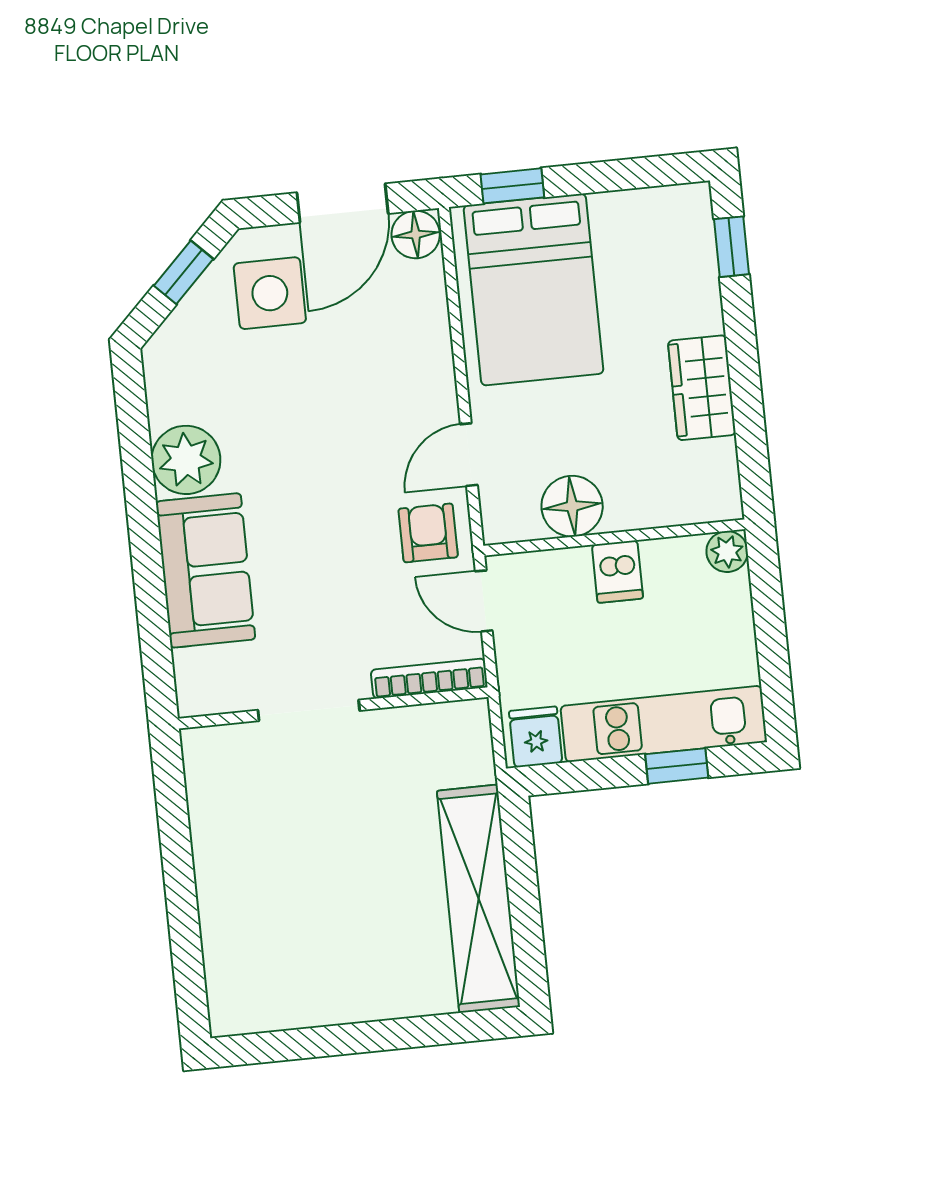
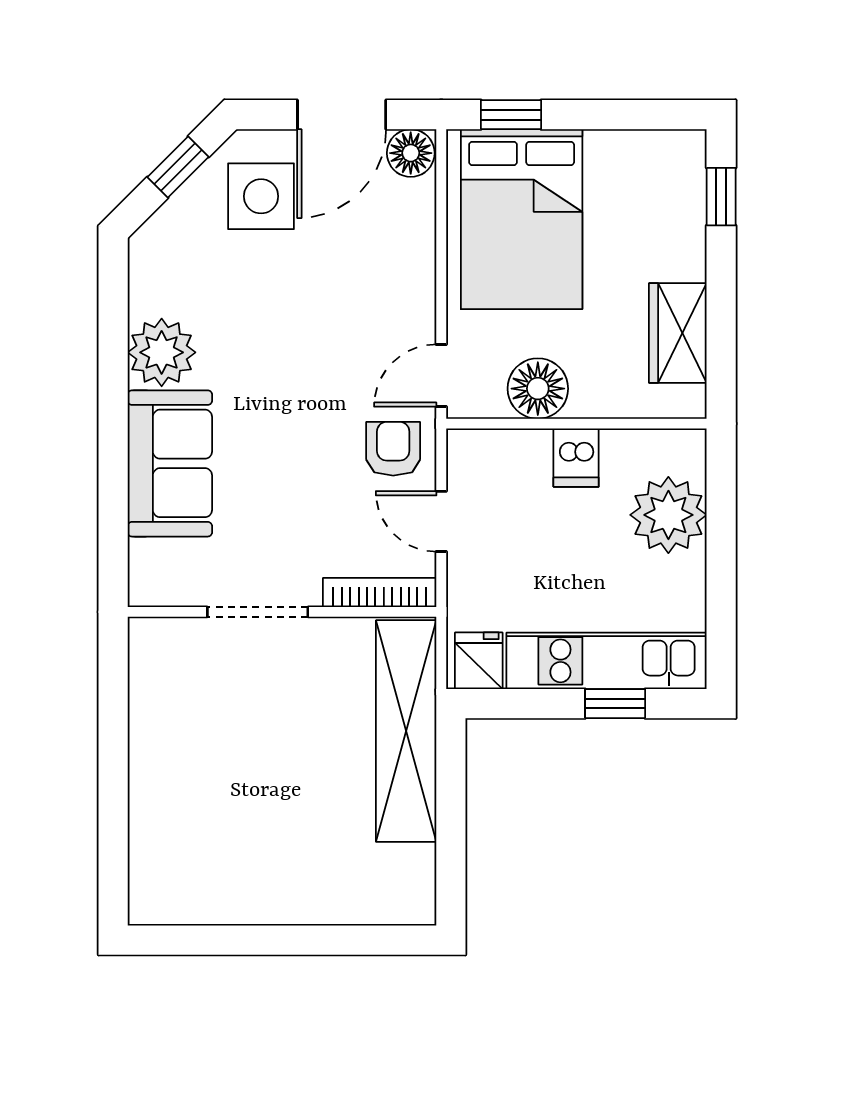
floor lamp: (572, 506) -> (538, 389), moved
wall: (614, 537) -> (576, 424), moved
plant: (727, 552) -> (668, 515), width x1.87, depth x1.87
dishwasher: (617, 572) -> (576, 458), moved
shelving: (478, 899) -> (406, 731), moved

